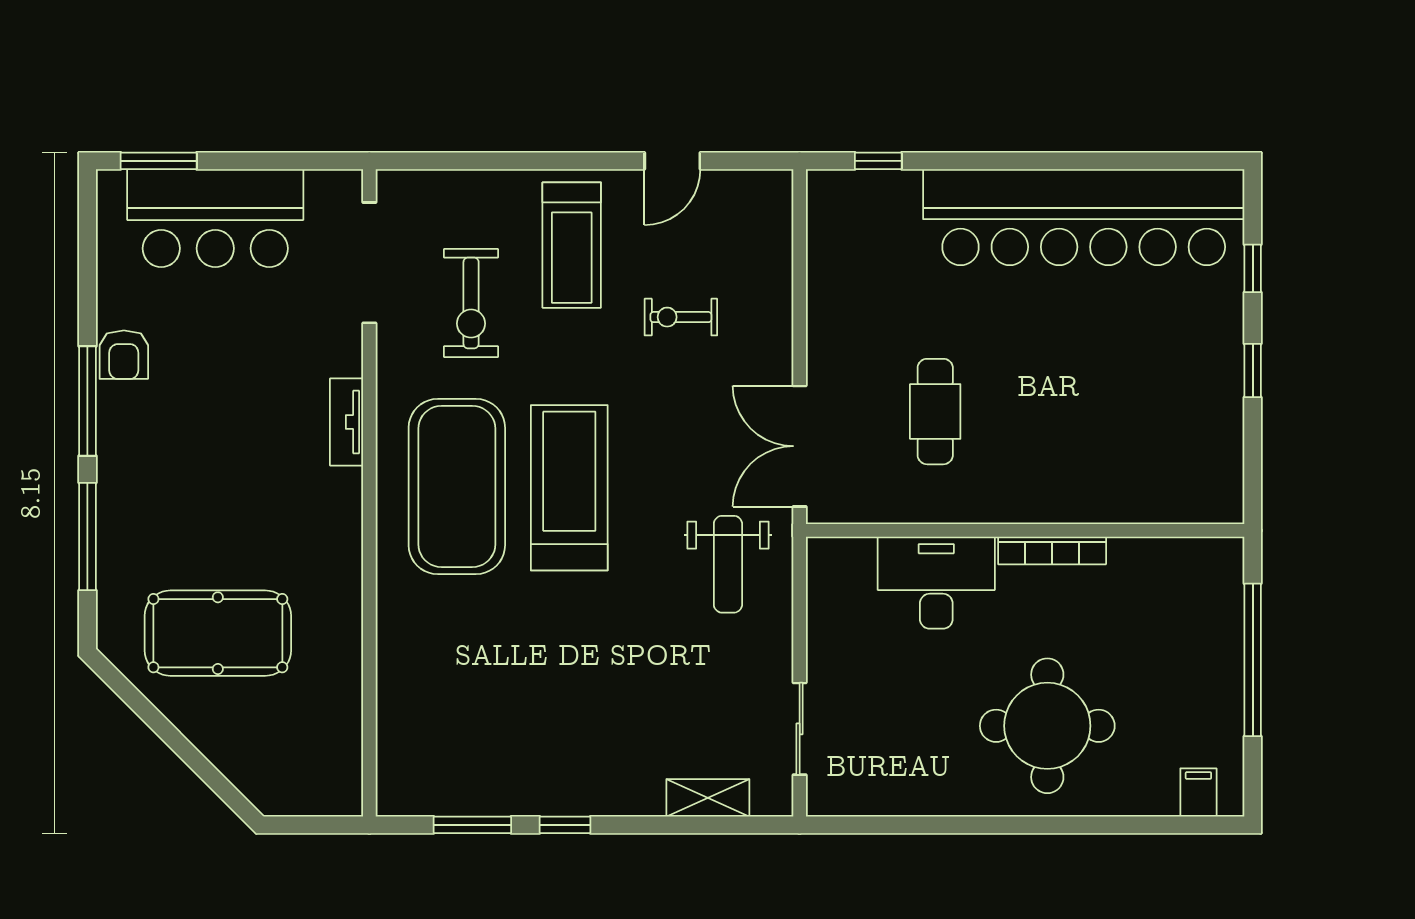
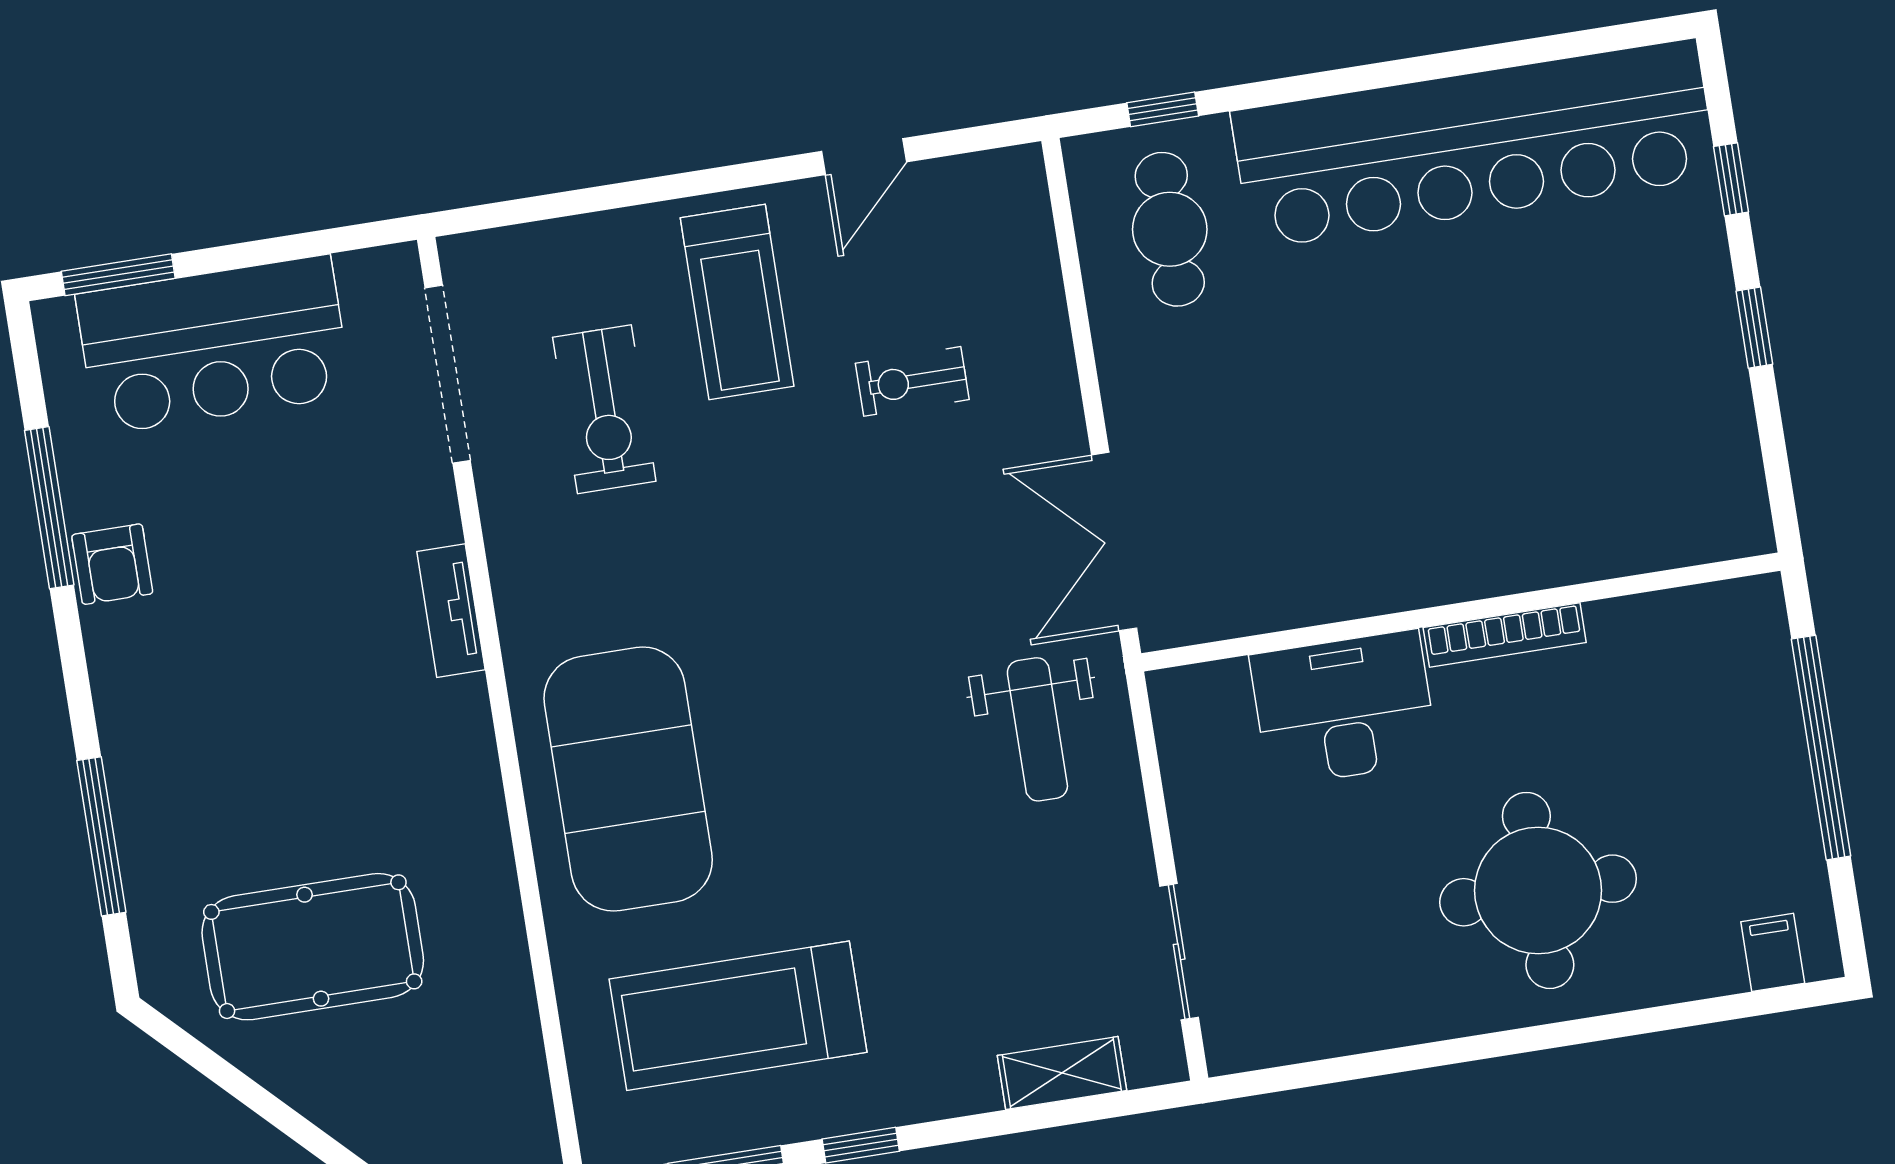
window: (87, 401) -> (49, 508), moved
cafe table: (935, 412) -> (1170, 229), moved
exercise mat: (457, 486) -> (628, 779), moved
treadmill: (569, 488) -> (738, 1016), moved, turned -90

